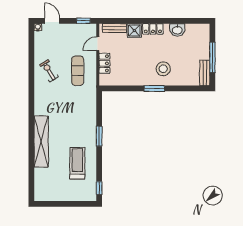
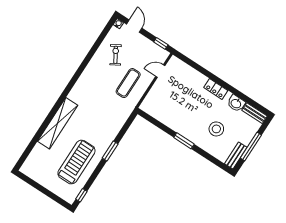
bench: (114, 28) -> (254, 113), moved
shower: (134, 31) -> (199, 80), removed
locker: (104, 63) -> (155, 92), removed
stool: (163, 69) -> (216, 129), moved
exercise bike: (49, 71) -> (116, 55), moved
treadmill: (77, 163) -> (76, 162), width x1.37, depth x1.38

